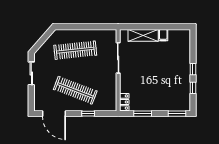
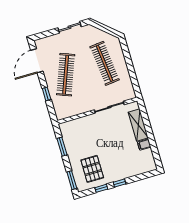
pallet: (172, 91) -> (92, 169), added
locker: (124, 102) -> (68, 126), removed

